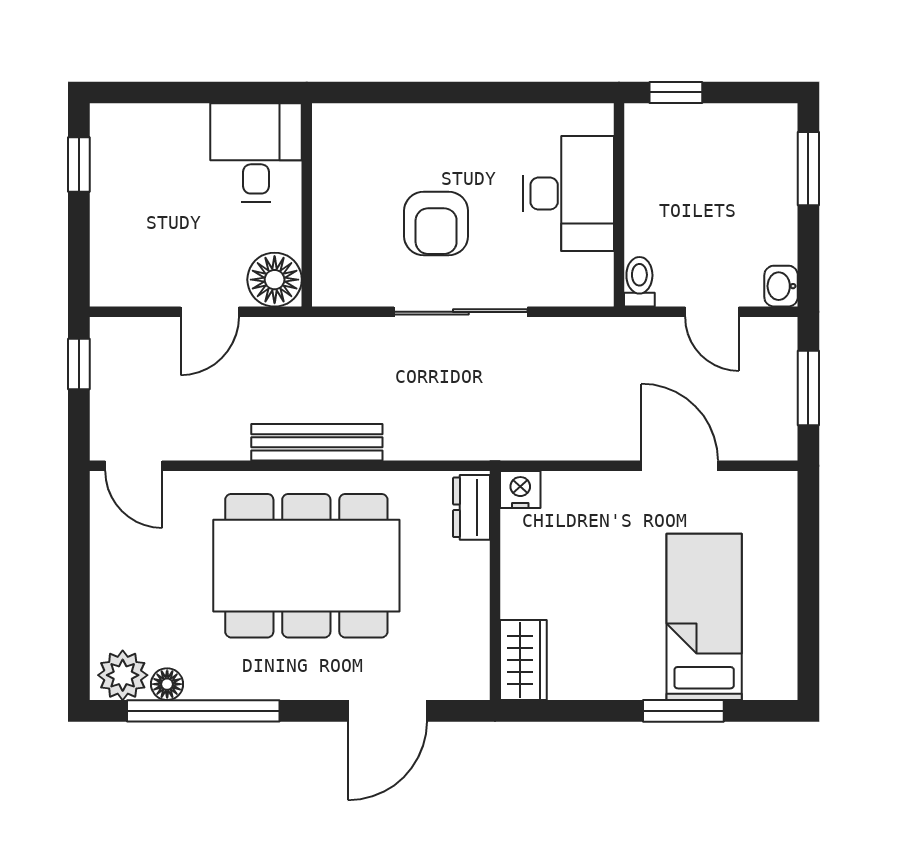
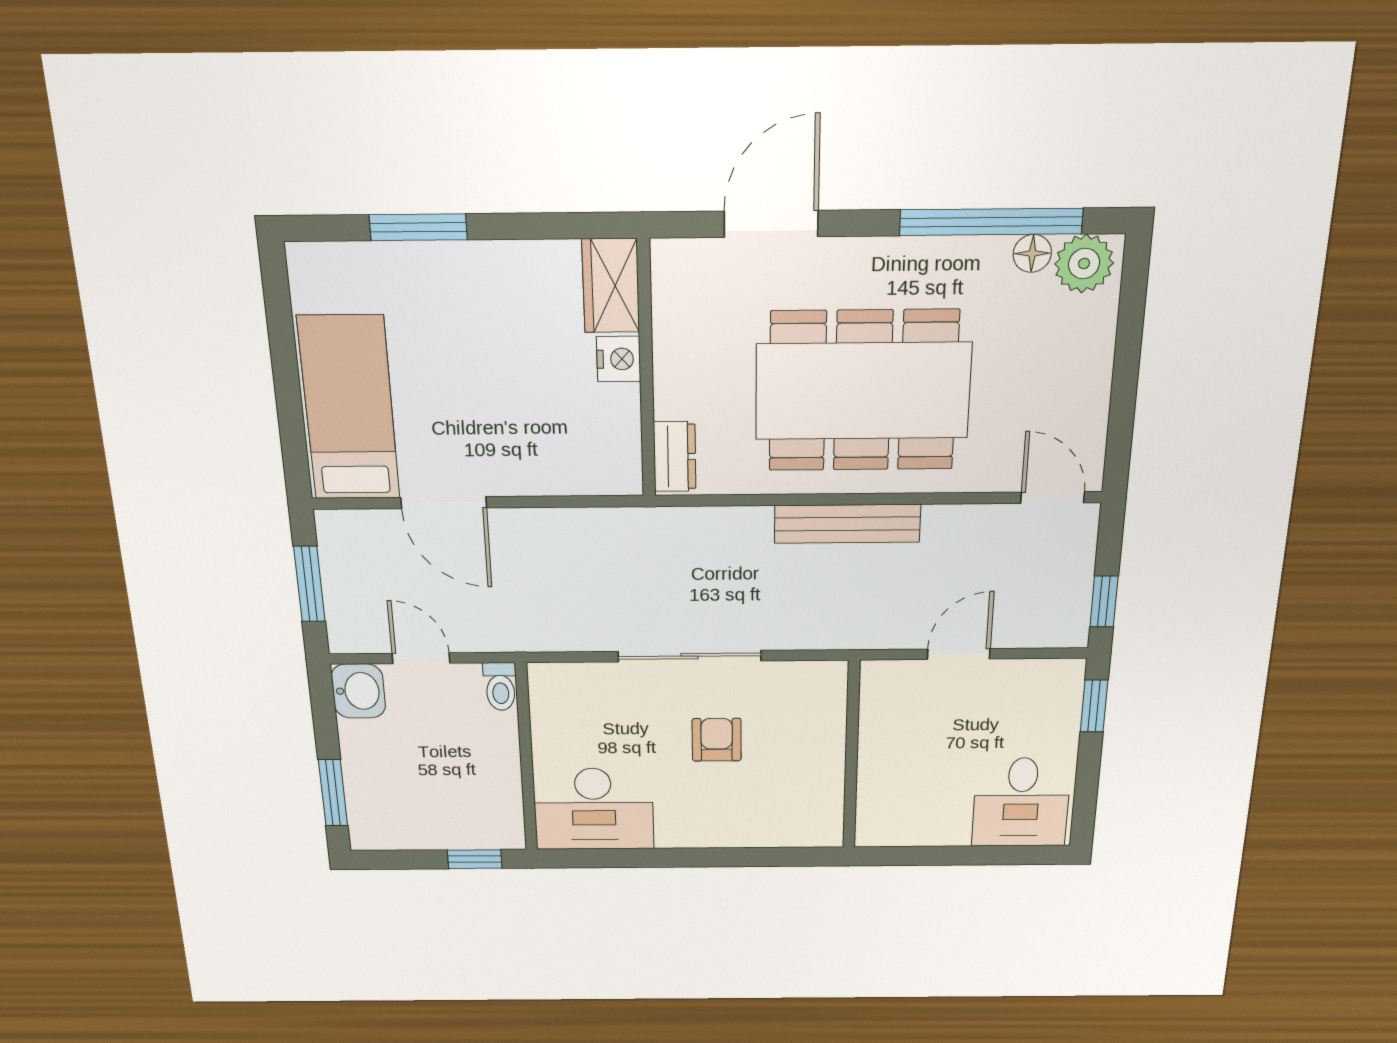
desk: (256, 152) -> (1021, 802), moved
window: (79, 165) -> (1094, 706), moved
desk: (569, 194) -> (594, 809), moved, turned -90
armchair: (436, 223) -> (717, 740), width x0.72, depth x0.72
floor lamp: (275, 280) -> (888, 686), removed
washbasin: (781, 286) -> (358, 691), width x1.38, depth x1.45
nightstand: (520, 490) -> (619, 359), moved, turned -90
bed: (704, 617) -> (349, 408), moved, turned 180

